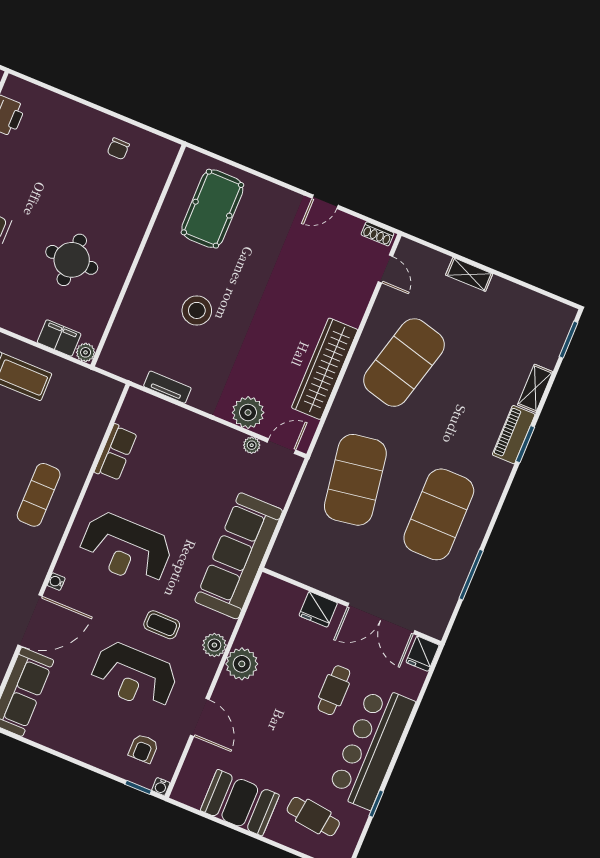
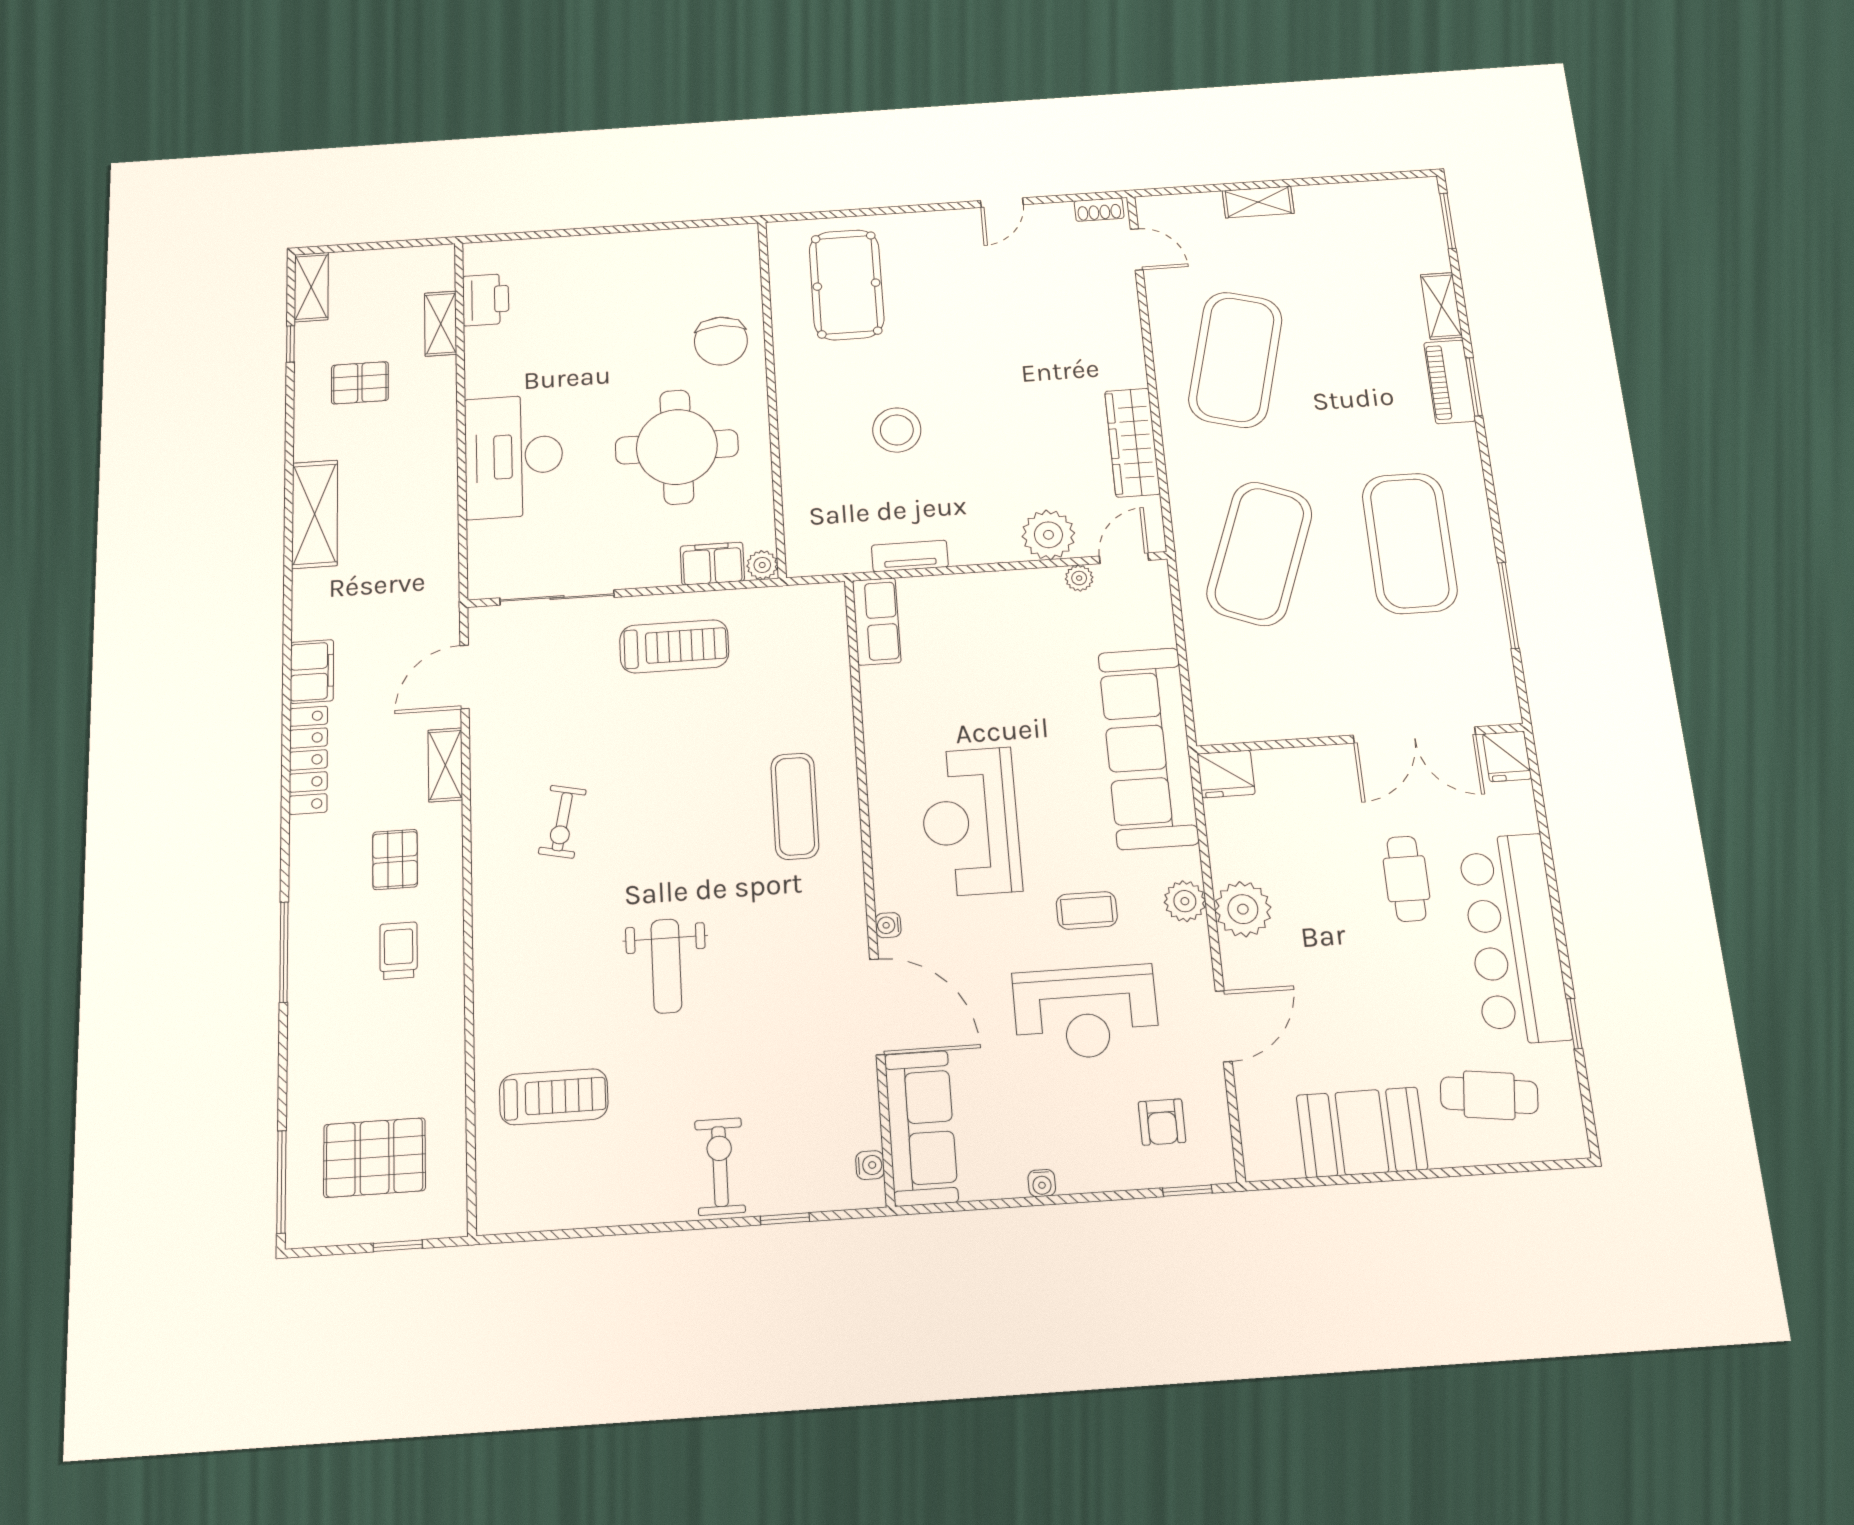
chair: (118, 149) -> (721, 341), moved, width x1.87, depth x1.87
round table: (72, 260) -> (677, 447), width x1.36, depth x1.36
wardrobe: (325, 369) -> (1132, 442), width x0.71, depth x0.85
row of seats: (116, 453) -> (877, 621), moved
exercise mat: (355, 480) -> (1259, 553), turned 30
reception desk: (126, 549) -> (970, 822), turned 90
fridge: (318, 609) -> (1226, 774), moved
door: (30, 621) -> (877, 1007), hinge flipped
door: (200, 717) -> (1224, 1026), hinge flipped
water cooler: (161, 787) -> (1042, 1183), moved

